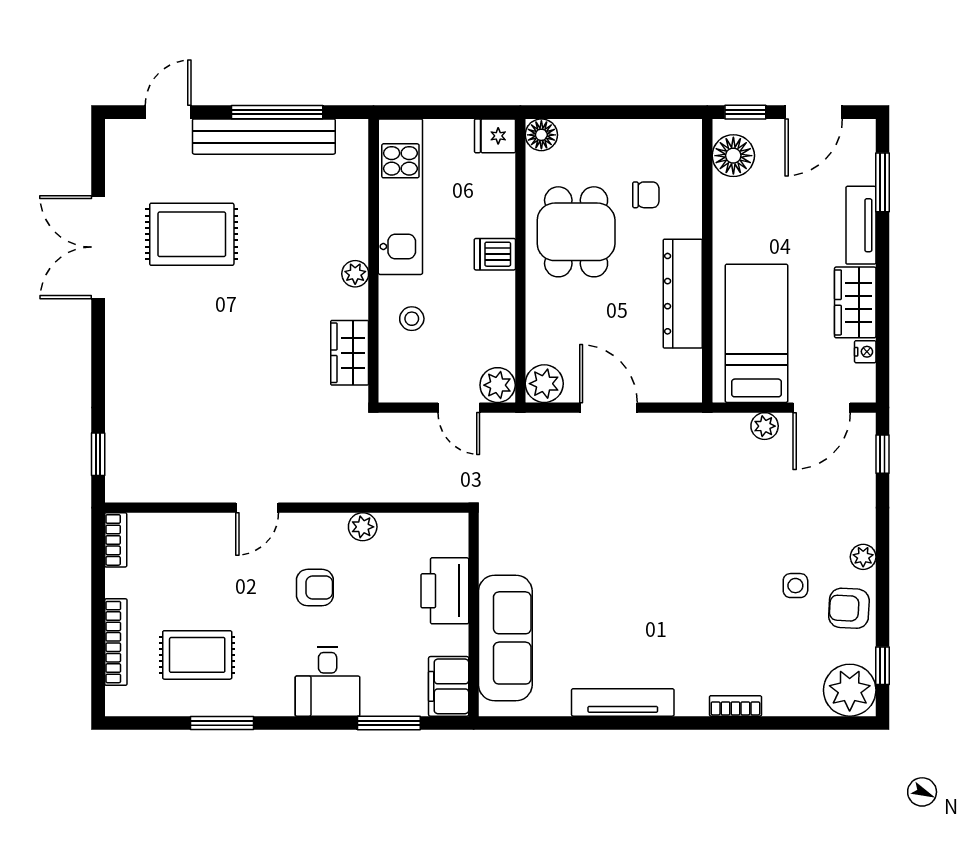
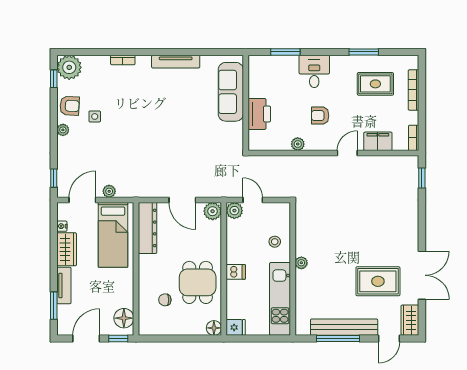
dresser: (683, 294) -> (148, 228), moved
wardrobe: (350, 353) -> (410, 320), moved, turned 180
filing cabinet: (449, 686) -> (378, 141), moved, turned -90

